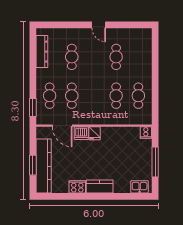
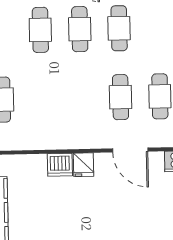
cafe table: (72, 96) -> (80, 29), moved
door: (62, 126) -> (130, 150), moved

